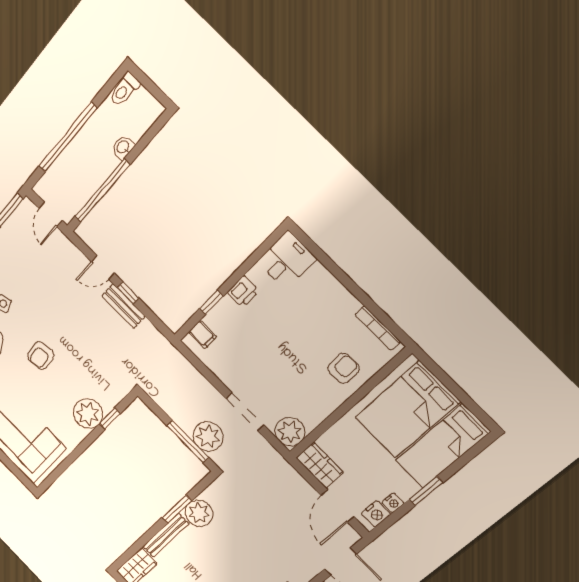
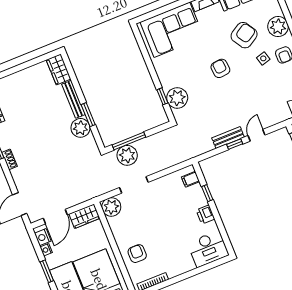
desk: (287, 260) -> (208, 249), width x1.37
armchair: (343, 368) -> (137, 254), turned 180
plant: (88, 414) -> (177, 98), moved
door: (338, 506) -> (55, 217), swing flipped

